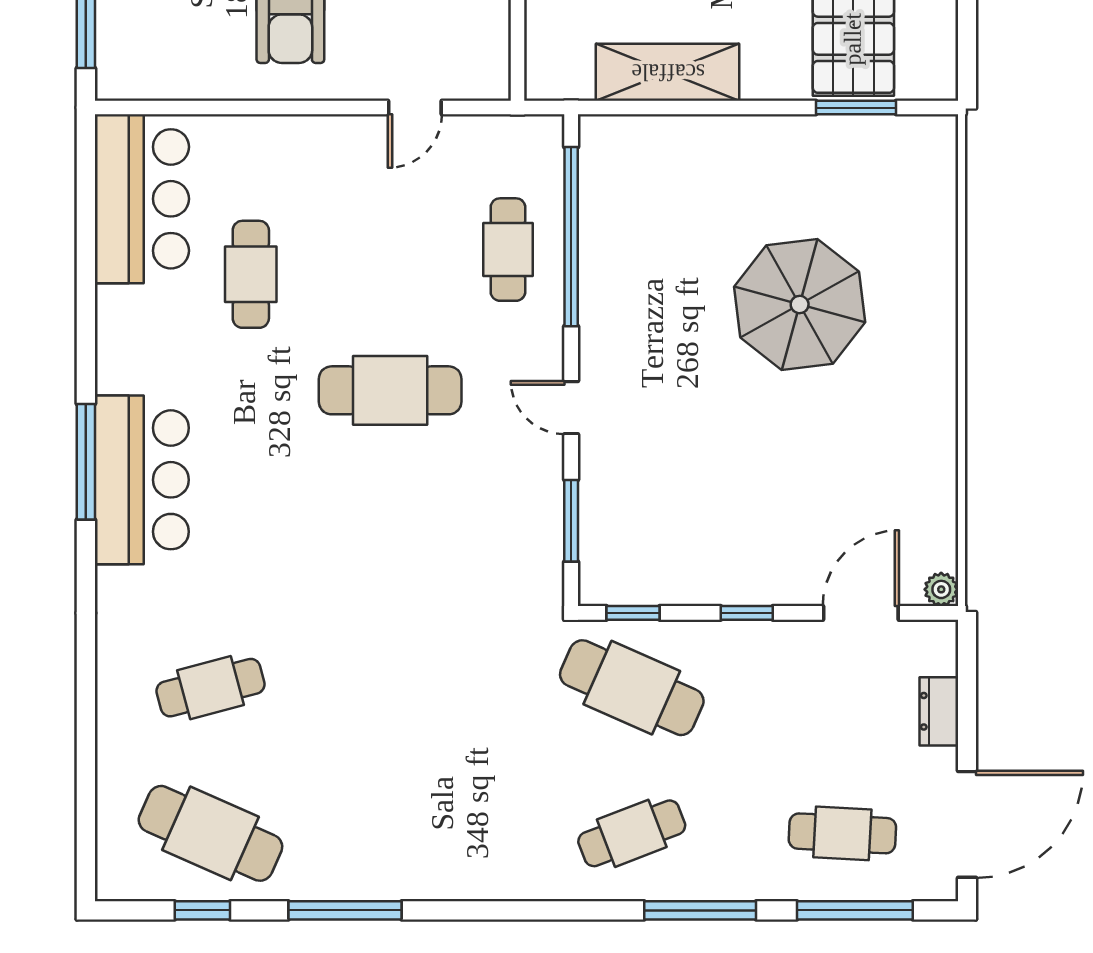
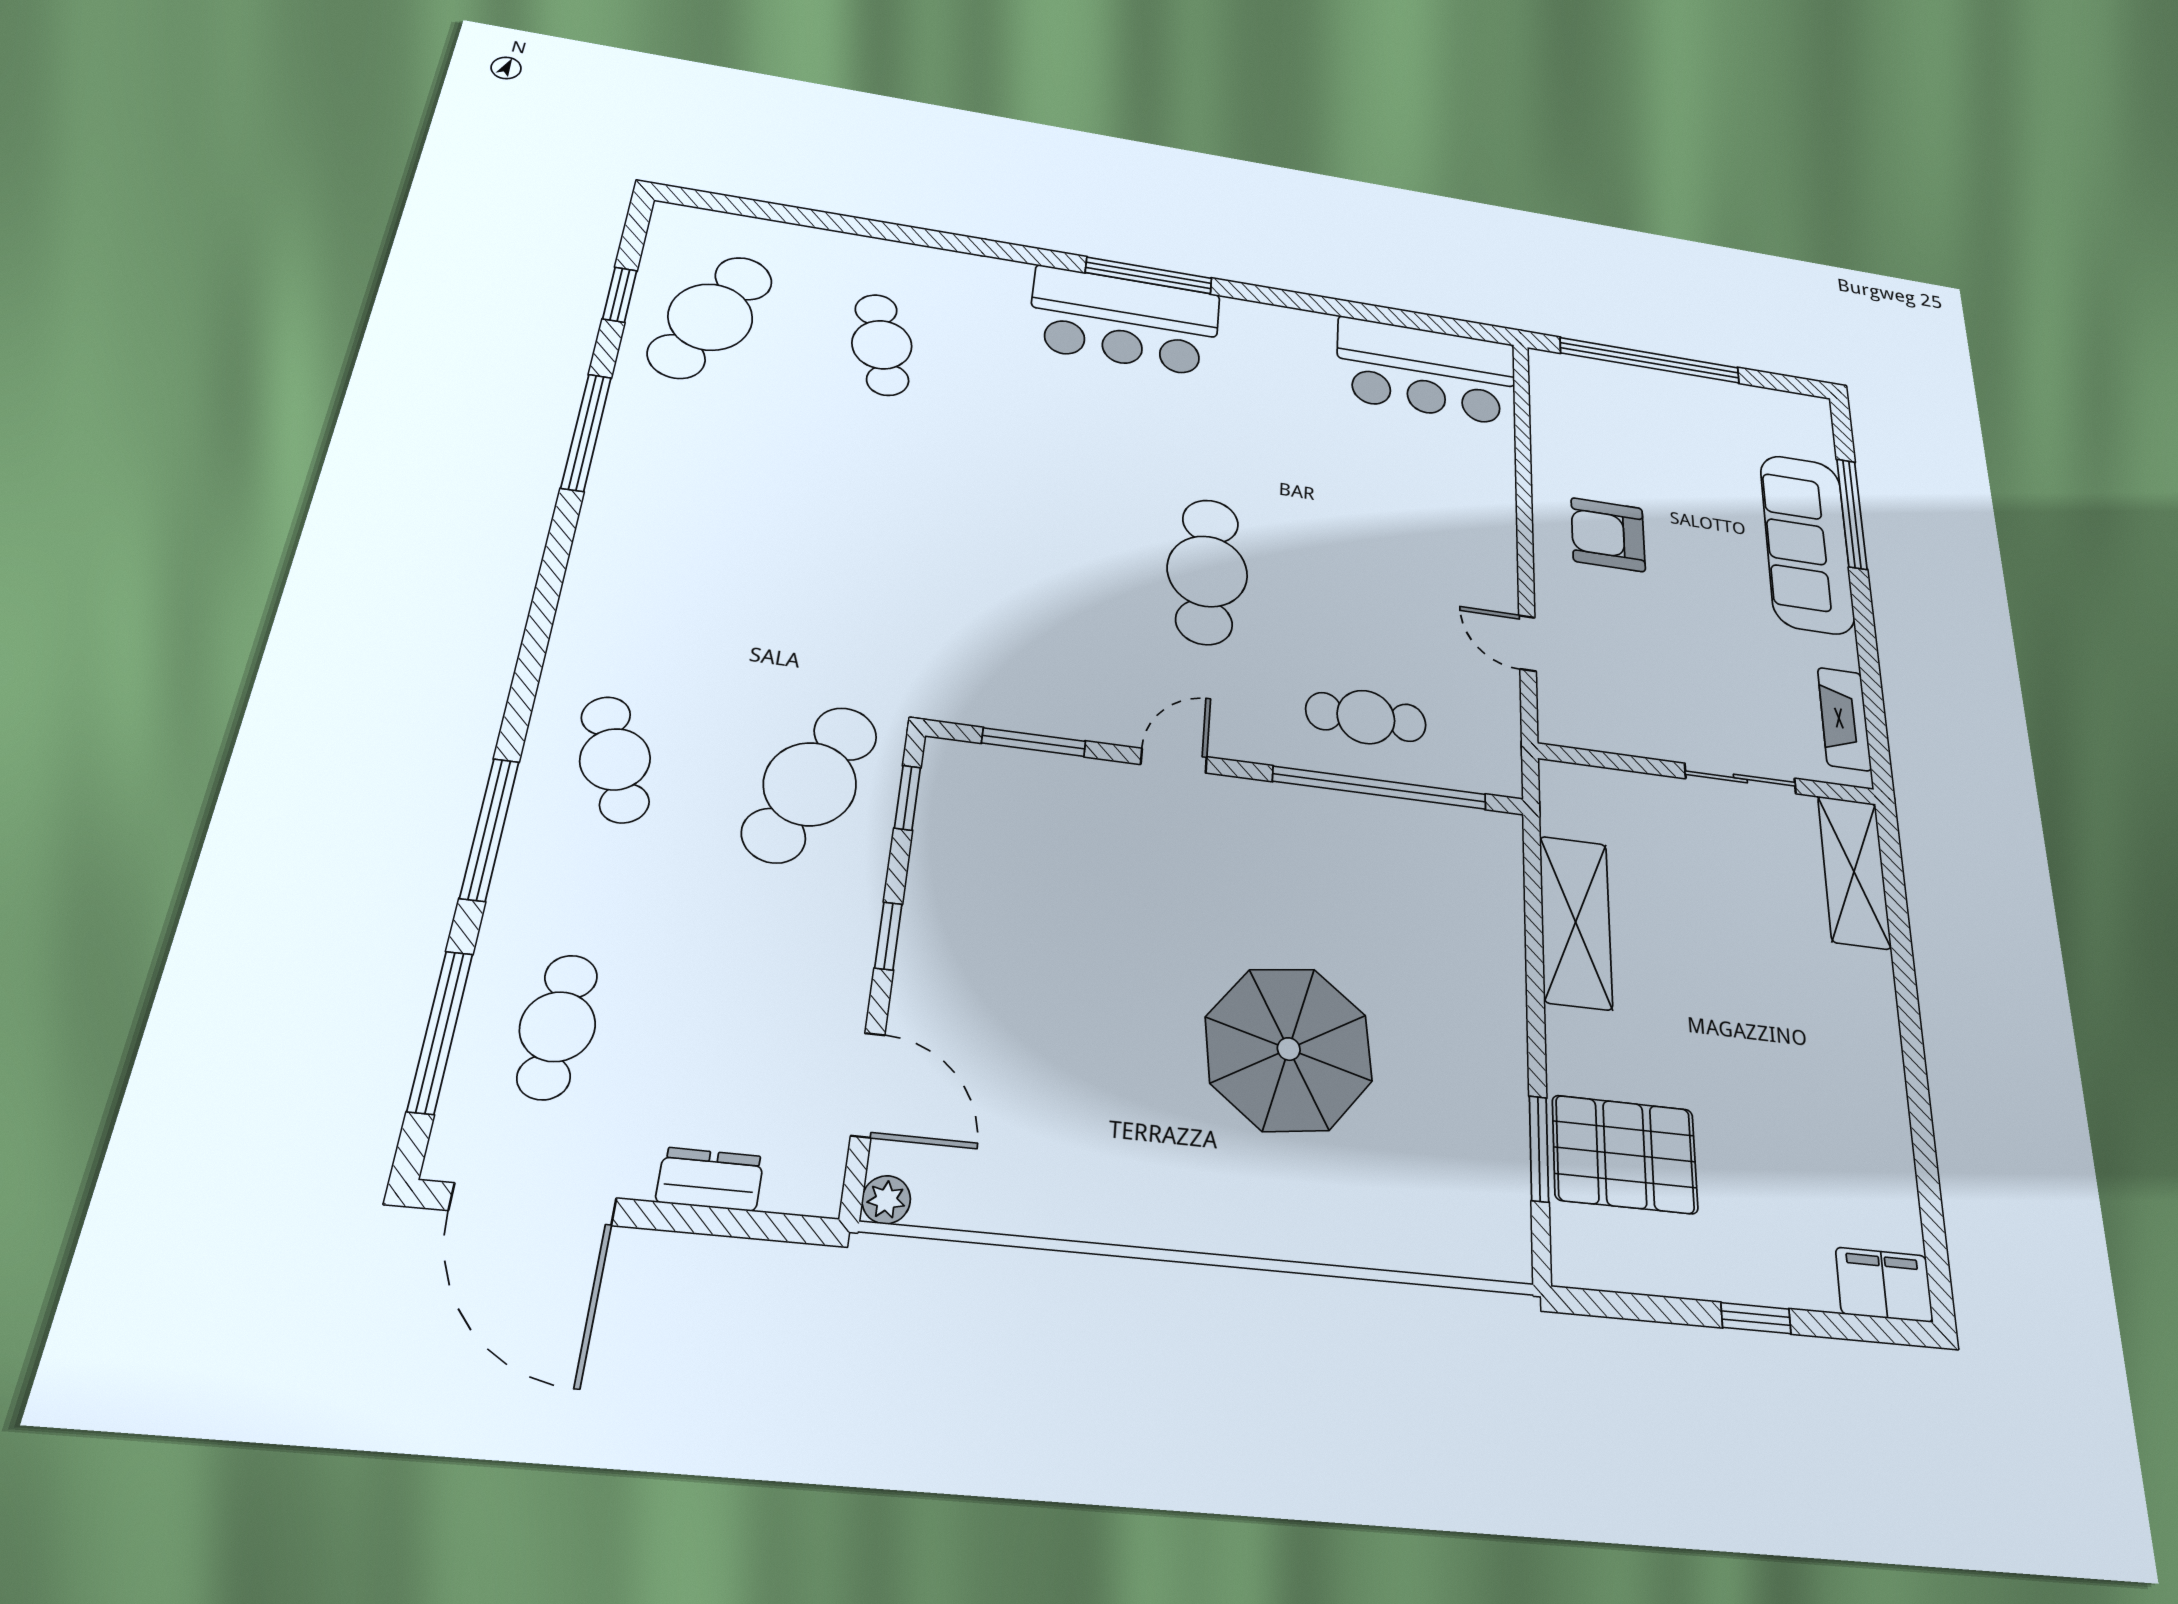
cafe table: (251, 274) -> (1344, 456), removed

